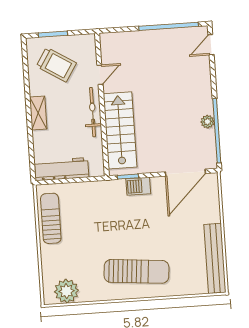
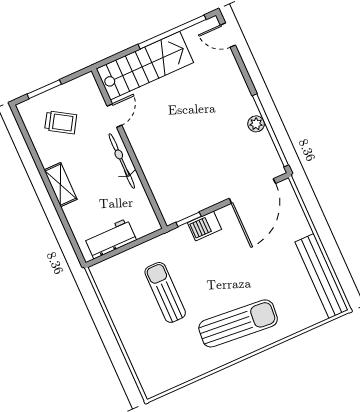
door: (211, 45) -> (228, 35), hinge flipped
trolley: (56, 65) -> (61, 122), width x0.73, depth x0.72
stairs: (120, 130) -> (145, 66), moved, turned 90
workbench: (62, 169) -> (110, 239), width x0.73
sun lounger: (51, 218) -> (165, 292), moved
plant: (66, 291) -> (167, 375), removed

